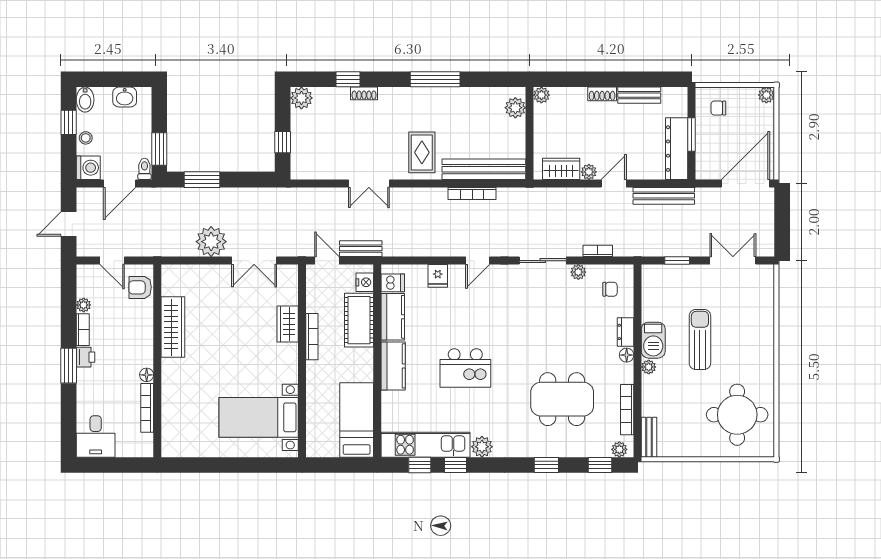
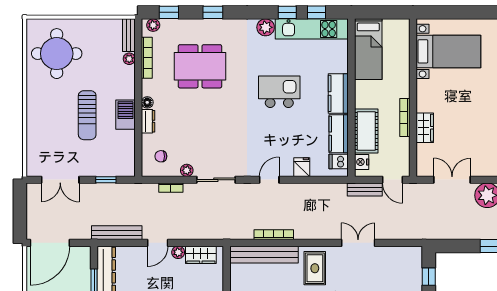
plant: (649, 367) -> (129, 59), moved

